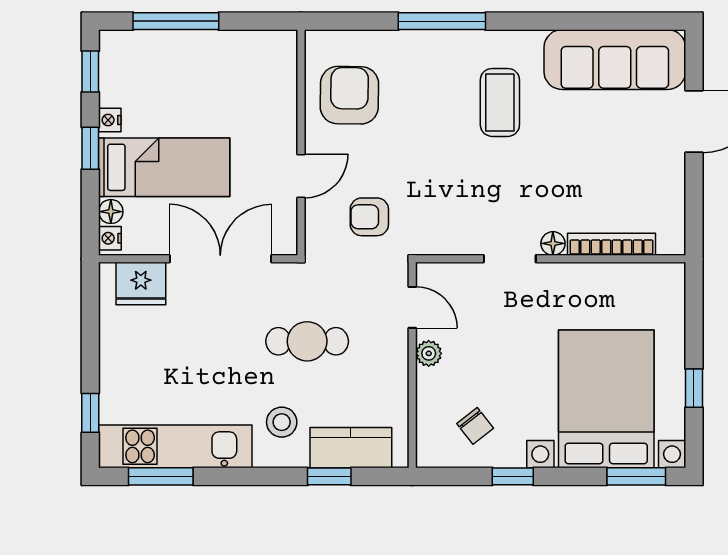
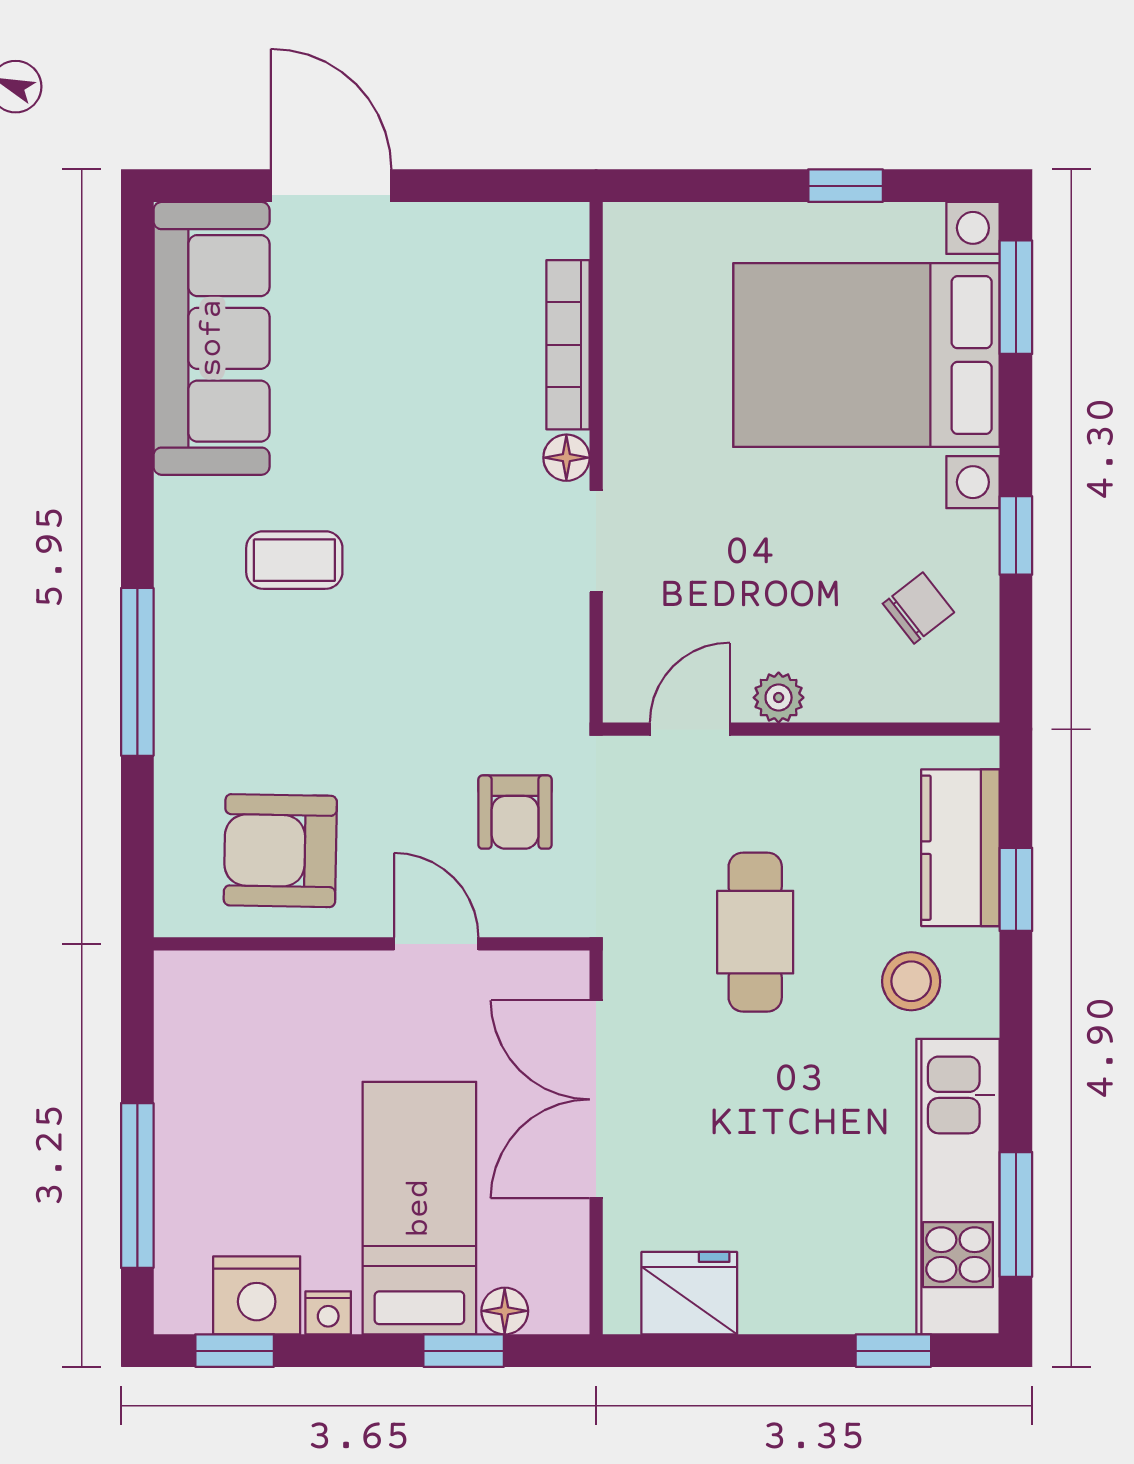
coffee table: (500, 102) -> (294, 560), width x0.73, depth x0.77
window: (90, 148) -> (464, 1351), moved
nightstand: (110, 238) -> (257, 1295), moved, width x1.89, depth x1.79
fridge: (141, 284) -> (689, 1293), moved, turned -90

